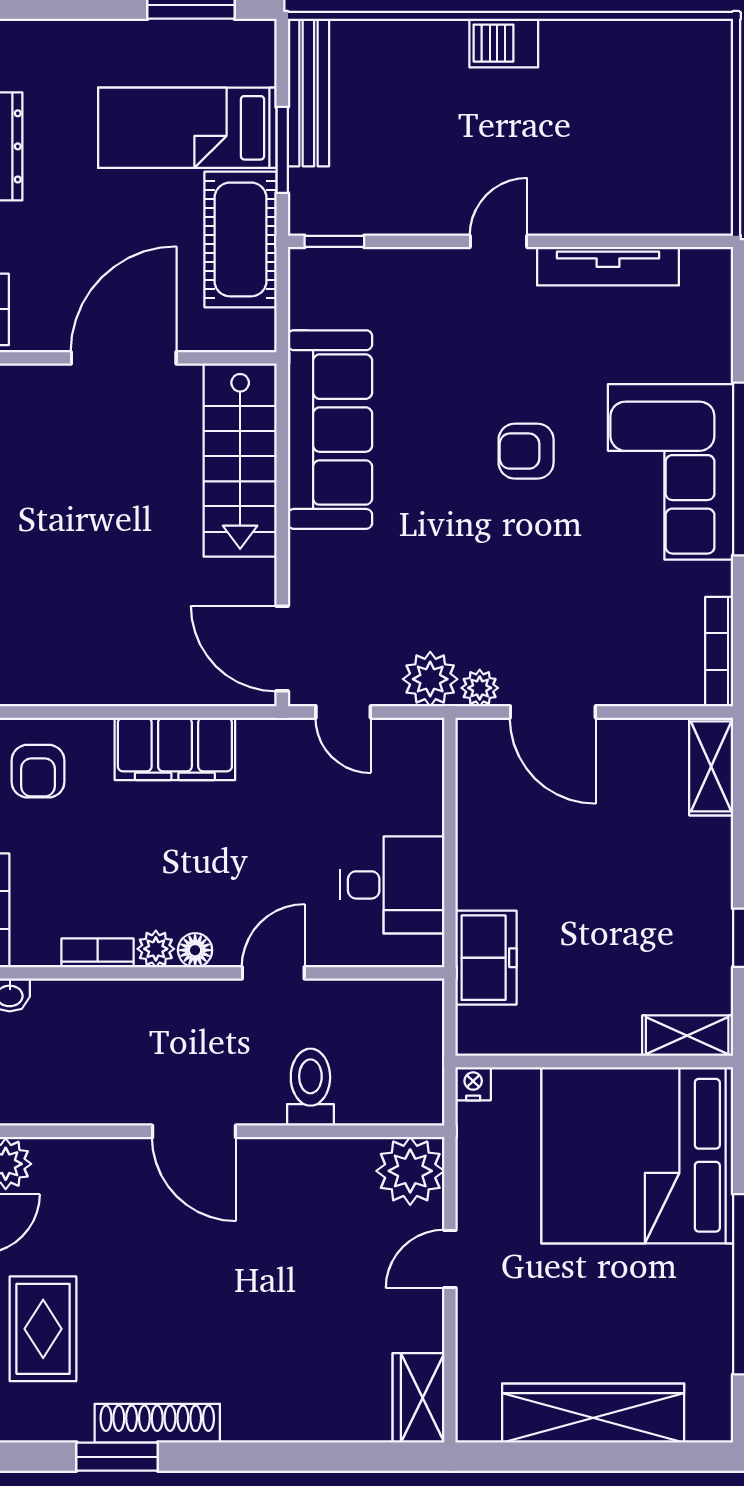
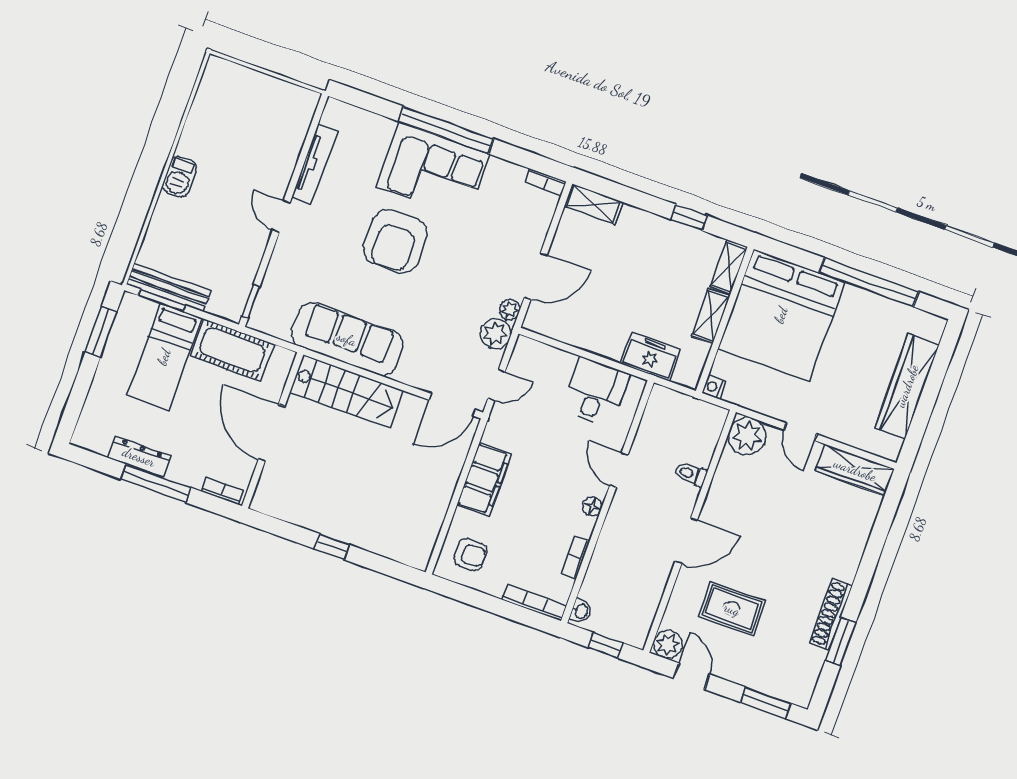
window: (282, 150) -> (162, 300), moved
armchair: (526, 451) -> (395, 241), width x1.88, depth x1.88
bookcase: (719, 652) -> (546, 182), width x0.64
plant: (156, 949) -> (584, 527), removed
shelving: (592, 1035) -> (711, 316), added
toilet: (310, 1087) -> (691, 474), width x0.73, depth x0.72
rug: (43, 1329) -> (732, 609), moved
wardrobe: (418, 1398) -> (855, 470), width x1.50

